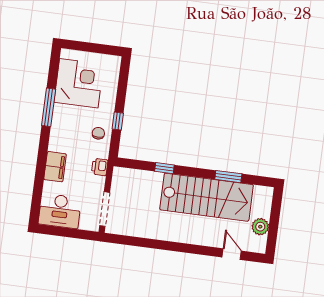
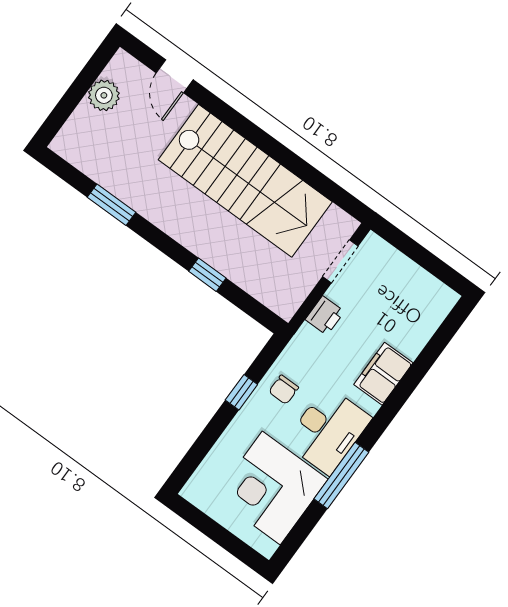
printer: (100, 167) -> (325, 316), moved
stairs: (207, 197) -> (245, 181), moved, turned 180
doorway: (105, 209) -> (340, 261), width x0.73
desk: (60, 211) -> (328, 430), moved, turned 90

